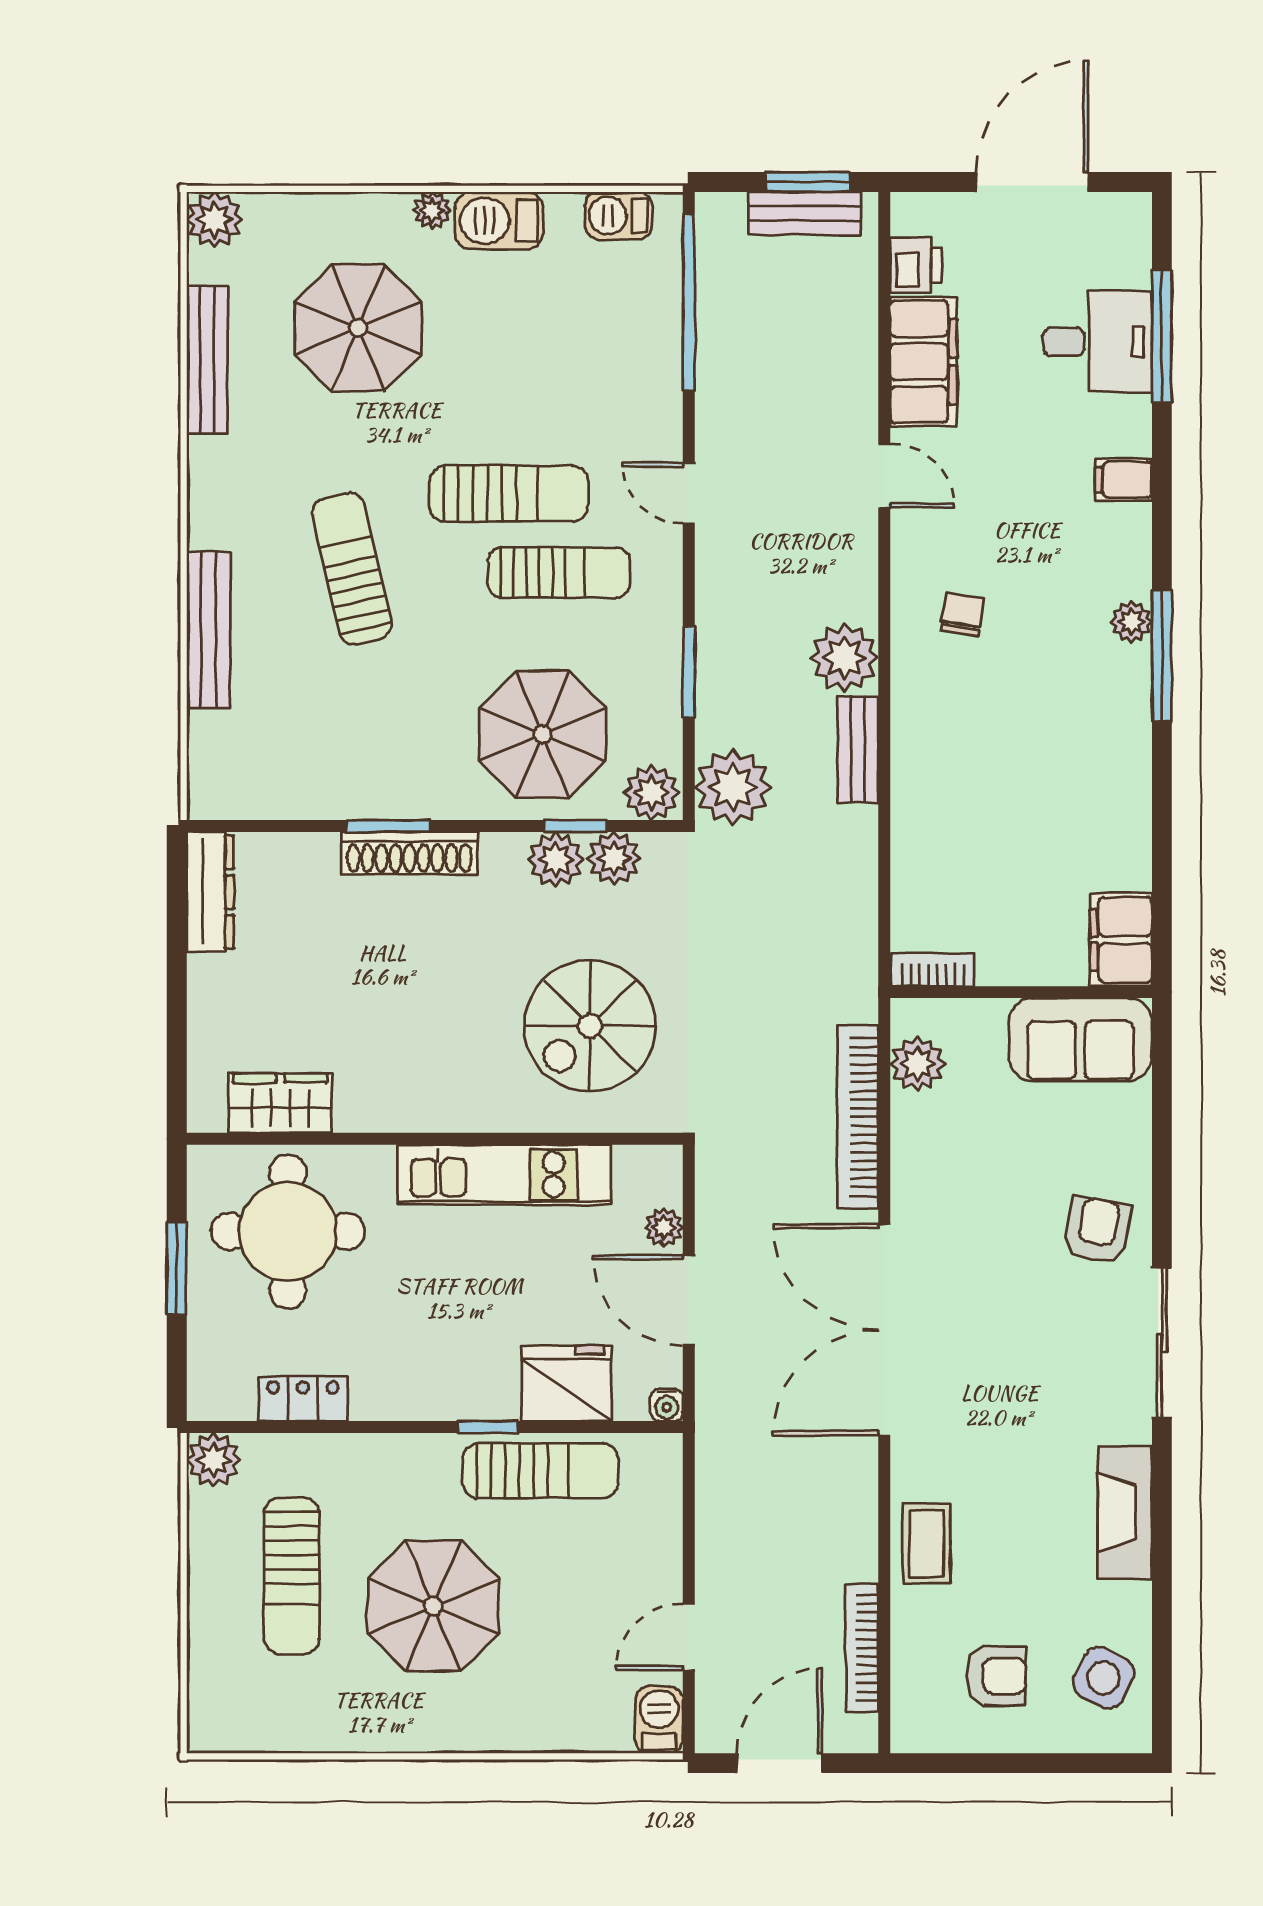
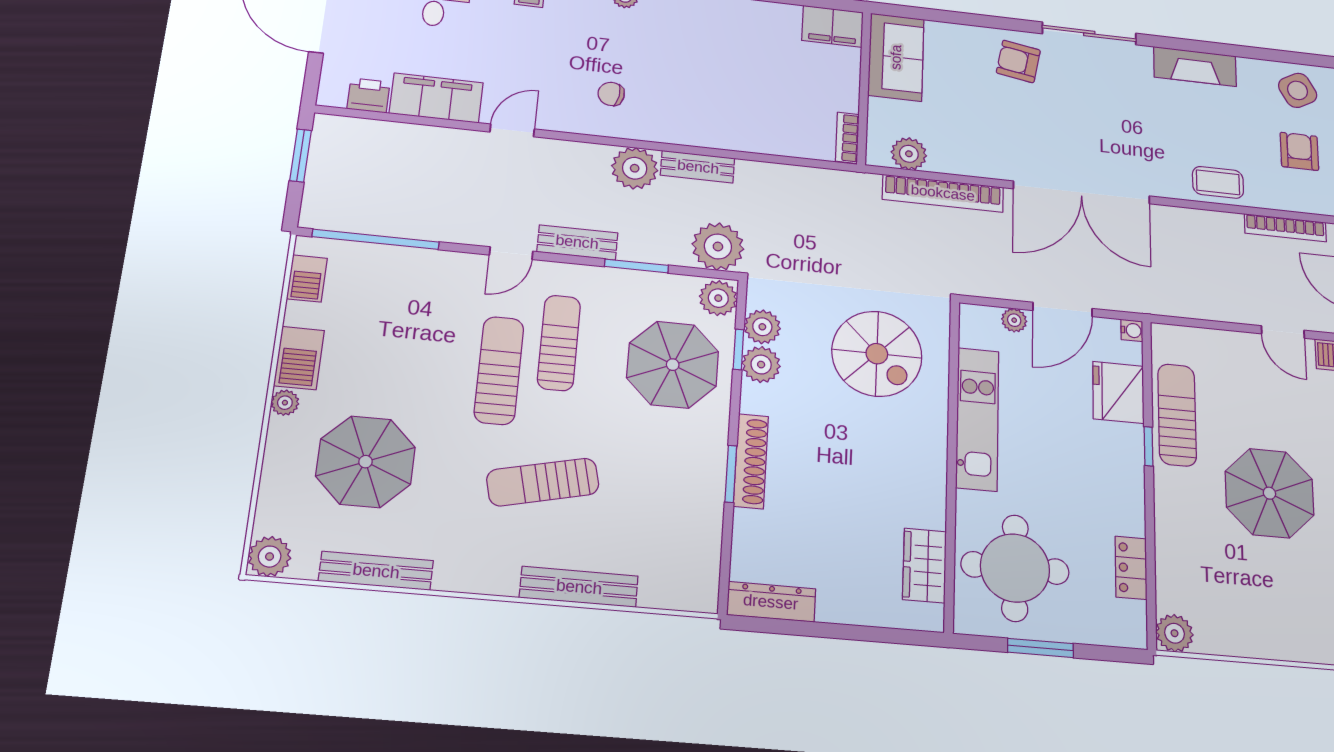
bench: (805, 213) -> (577, 242), moved, turned 90
sun lounger: (292, 1576) -> (1253, 586), removed
side table: (1104, 1678) -> (1298, 90), turned 34

